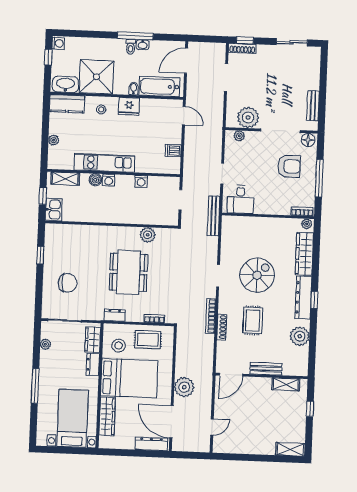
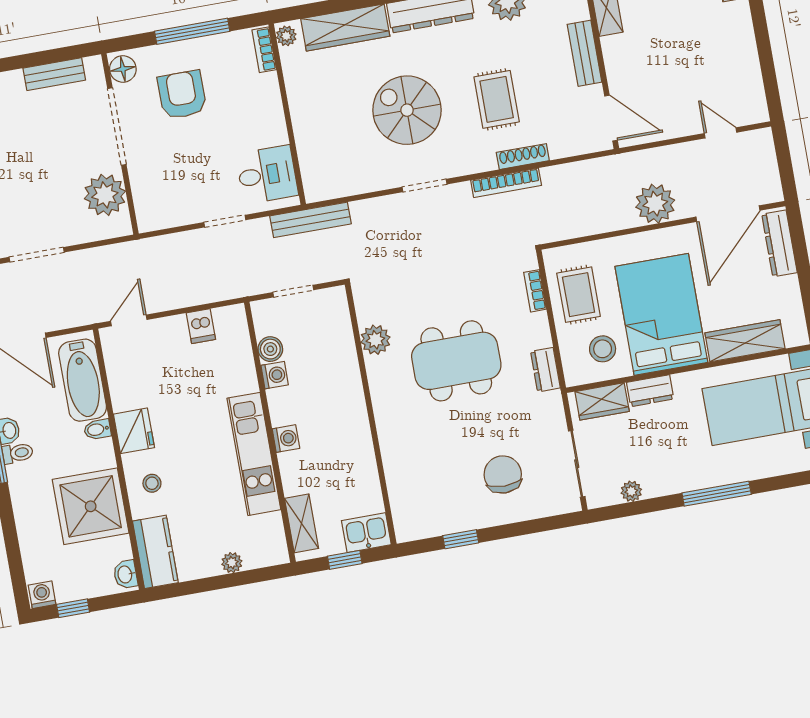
washbasin: (65, 84) -> (125, 574), width x0.52, depth x0.69
plant: (239, 136) -> (144, 204), removed
boiler: (95, 180) -> (270, 349), moved
rug: (253, 320) -> (497, 99), turned 90

